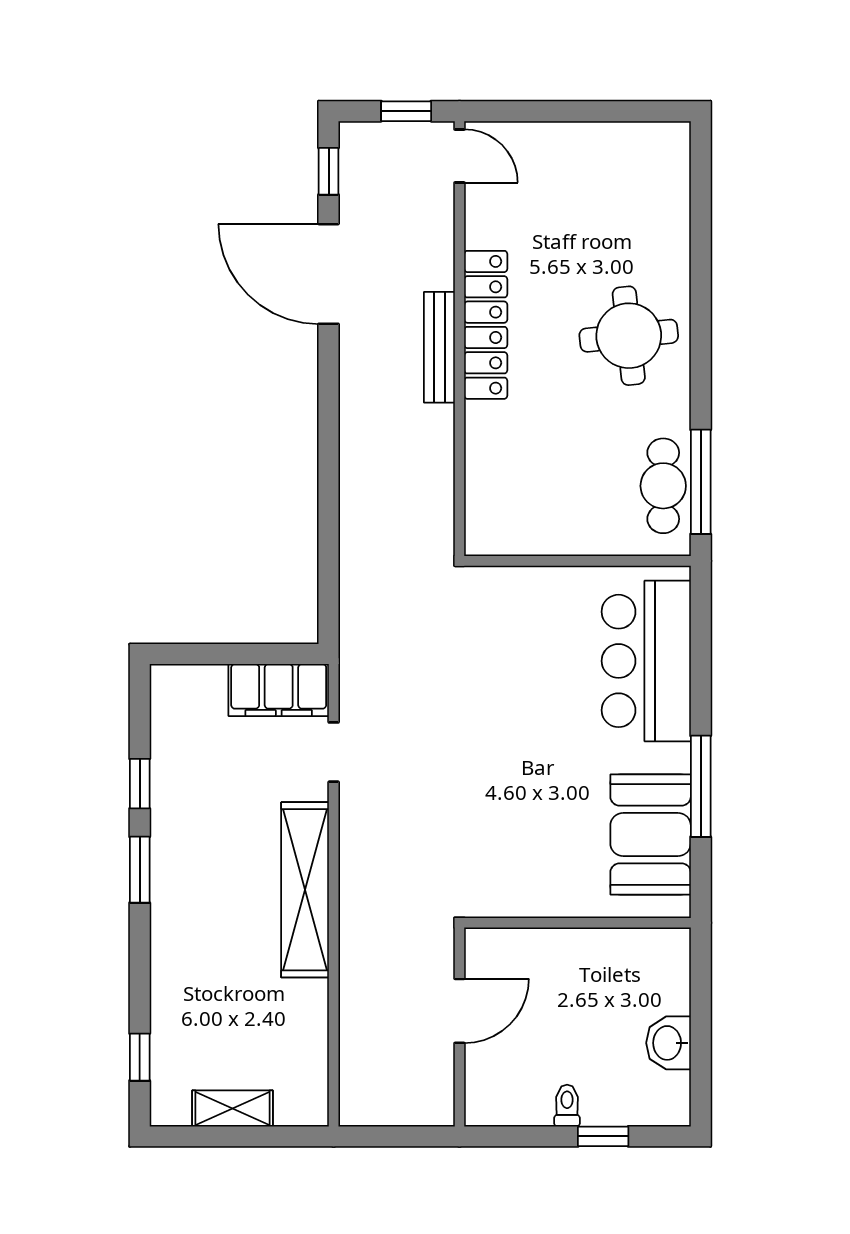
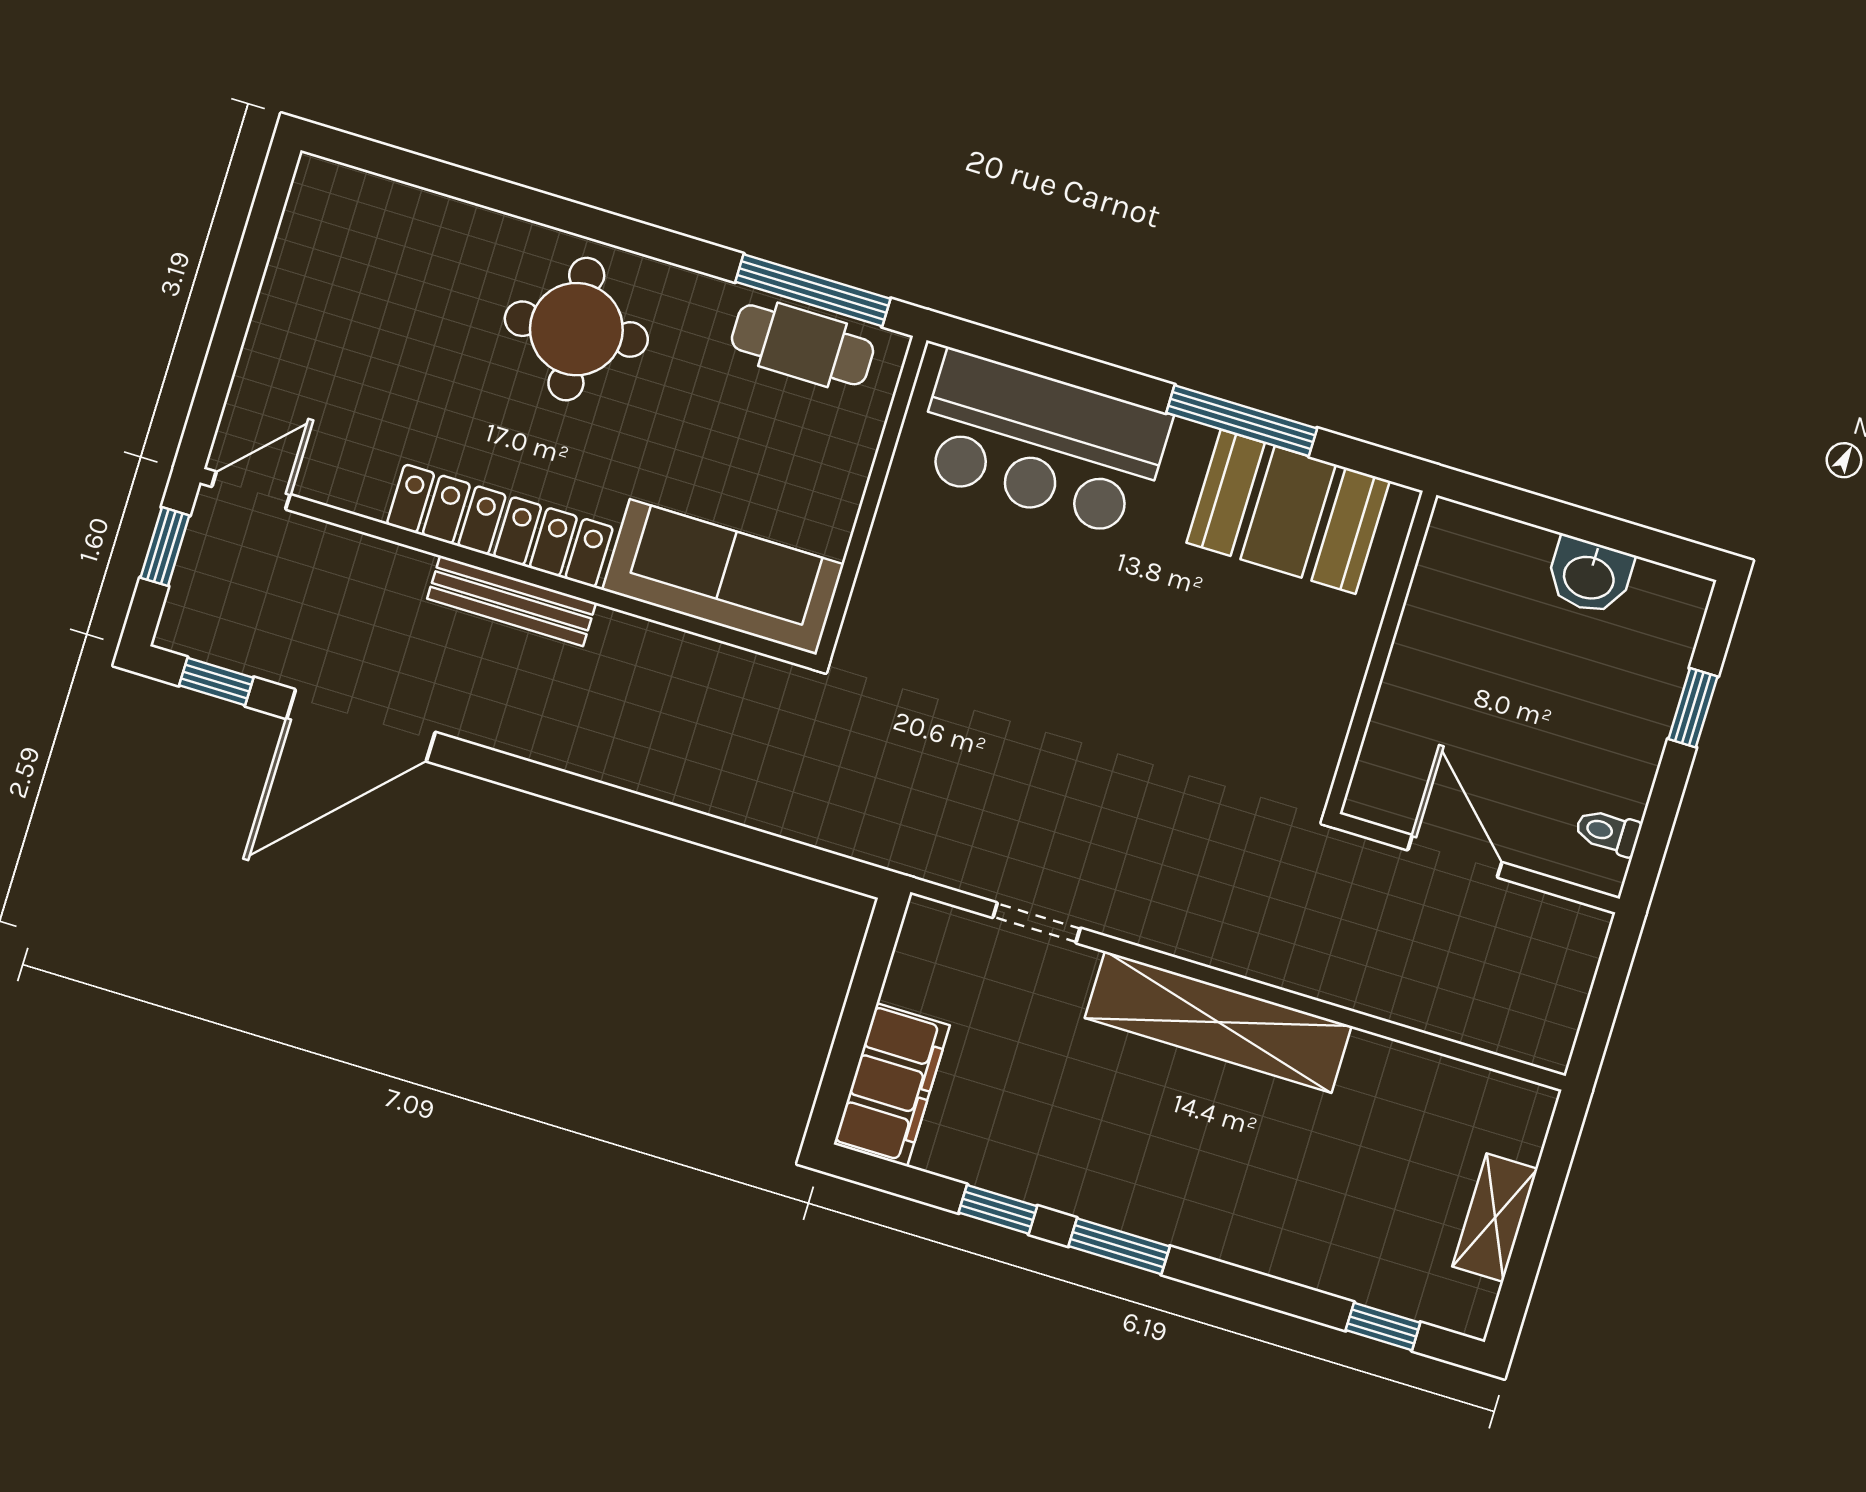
sofa: (497, 480) -> (723, 577), added
filing cabinet: (279, 690) -> (892, 1085), moved
toilet: (567, 1106) -> (1608, 832), moved

